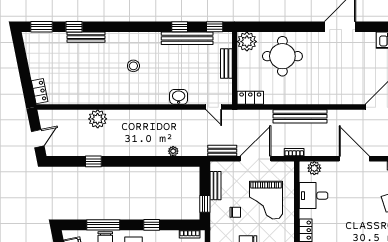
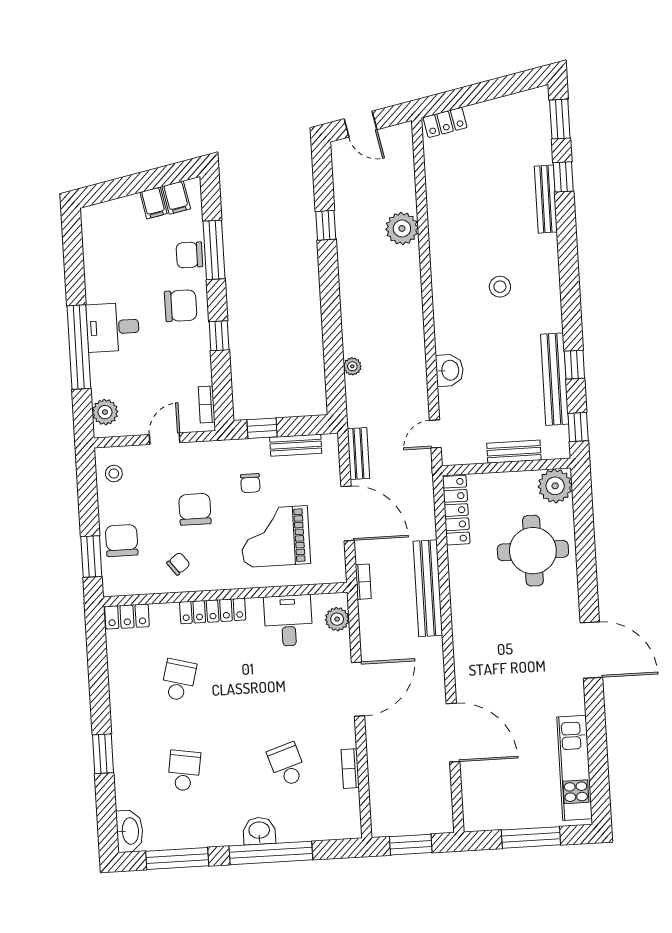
locker: (250, 98) -> (456, 510), width x1.53

